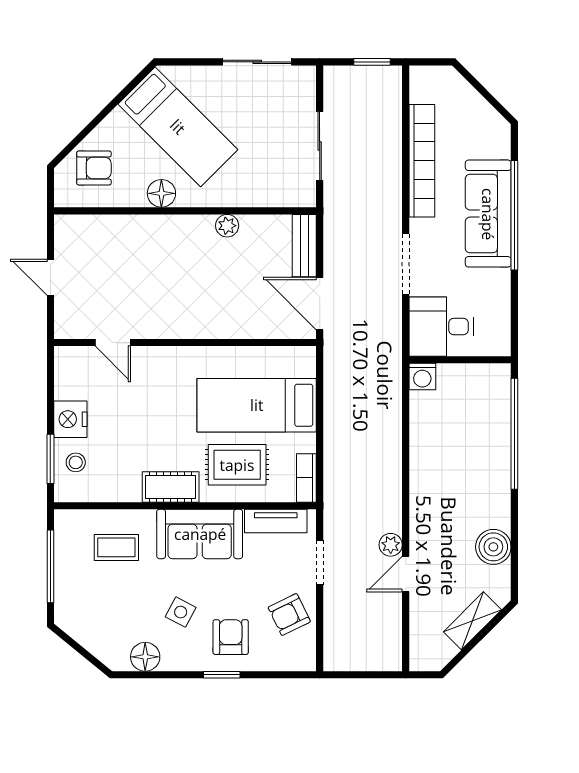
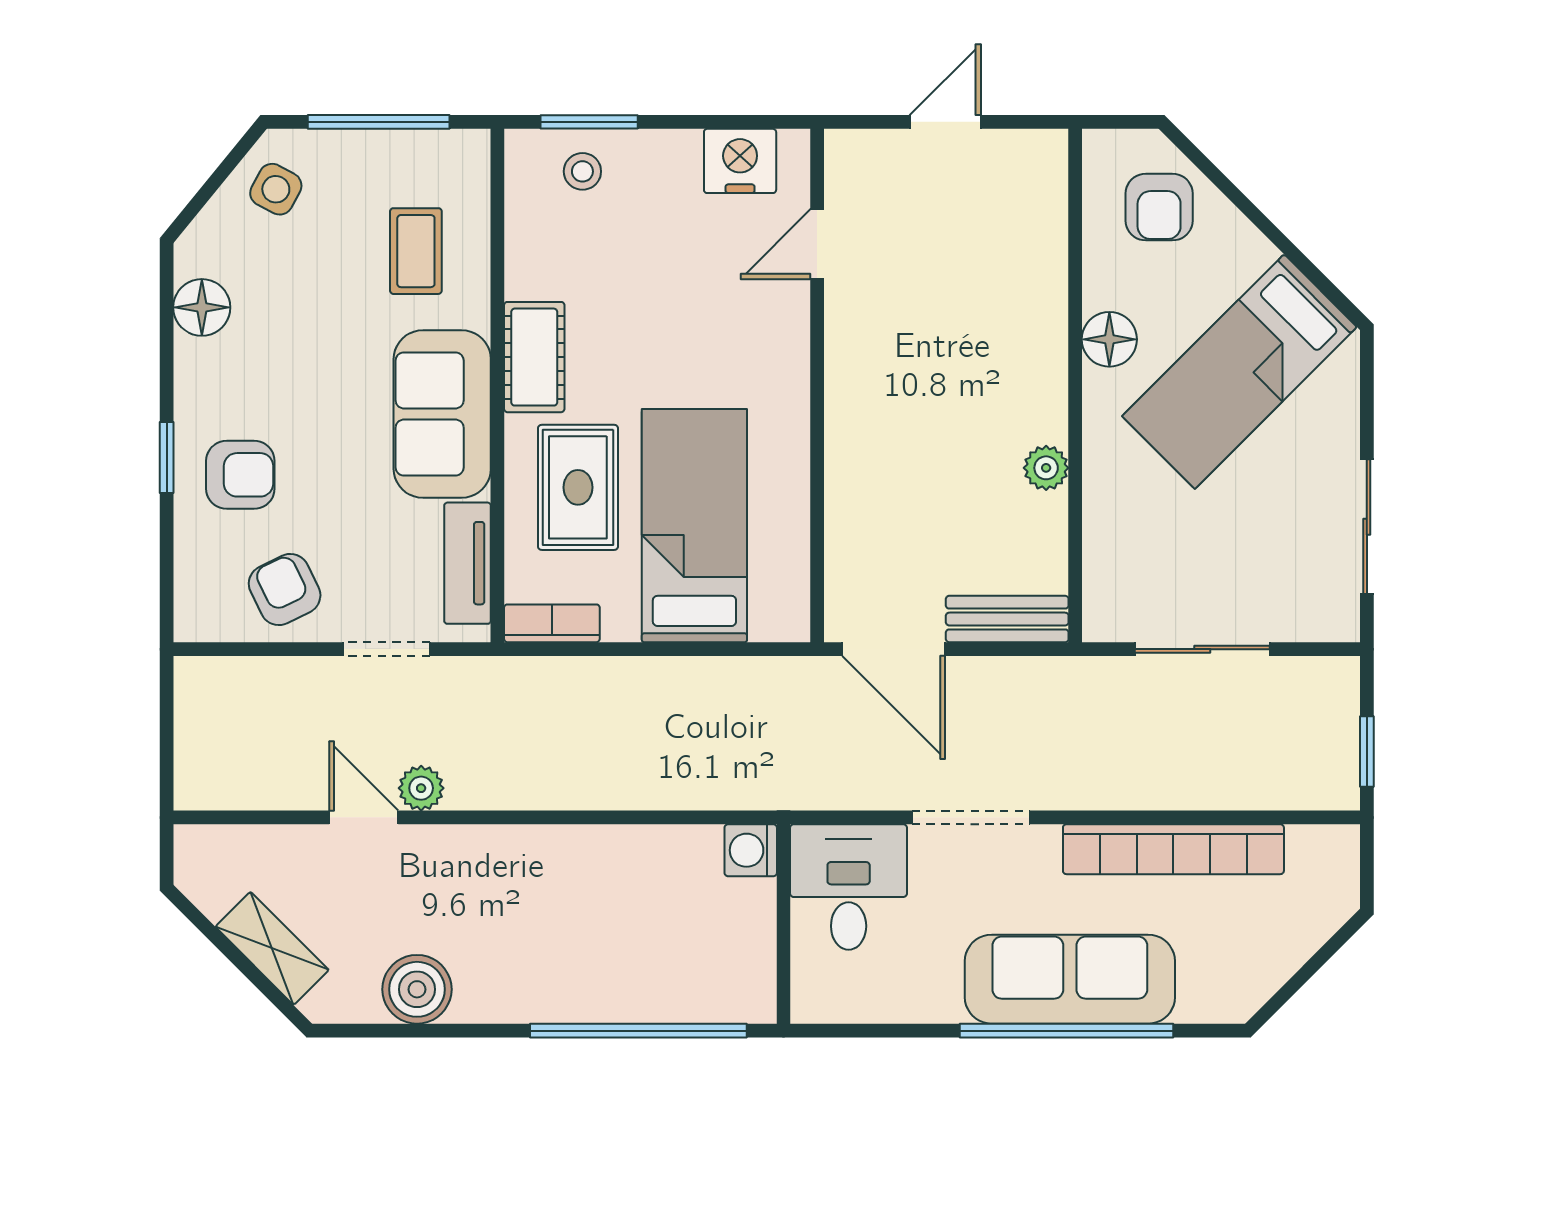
door: (320, 304) -> (894, 649), swing flipped
nightstand: (70, 419) -> (740, 161), moved
side table: (181, 612) -> (276, 189), moved

